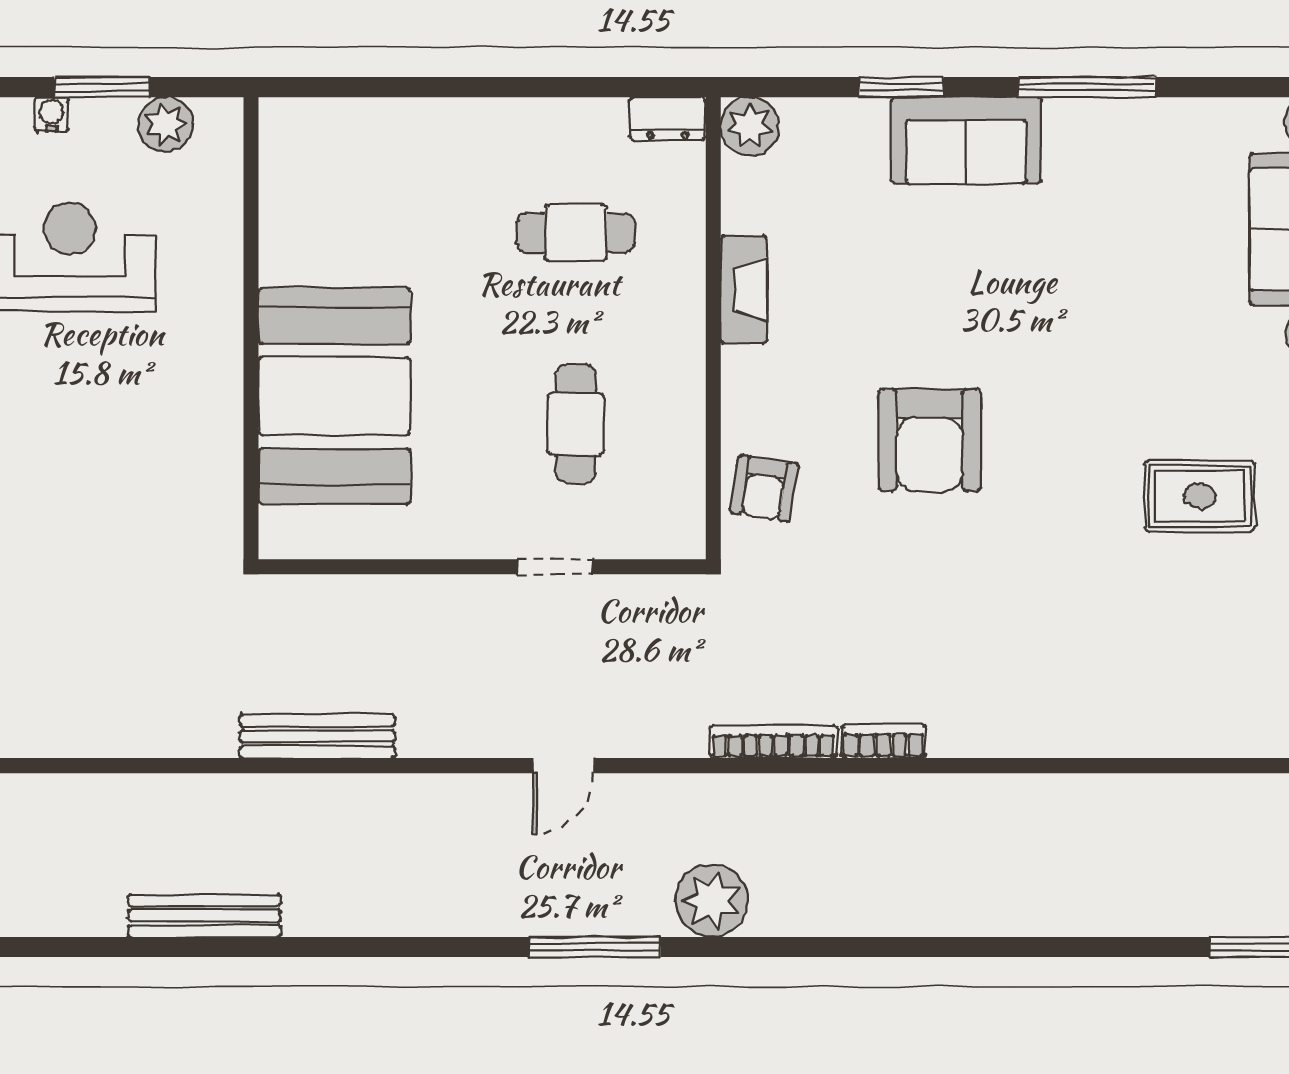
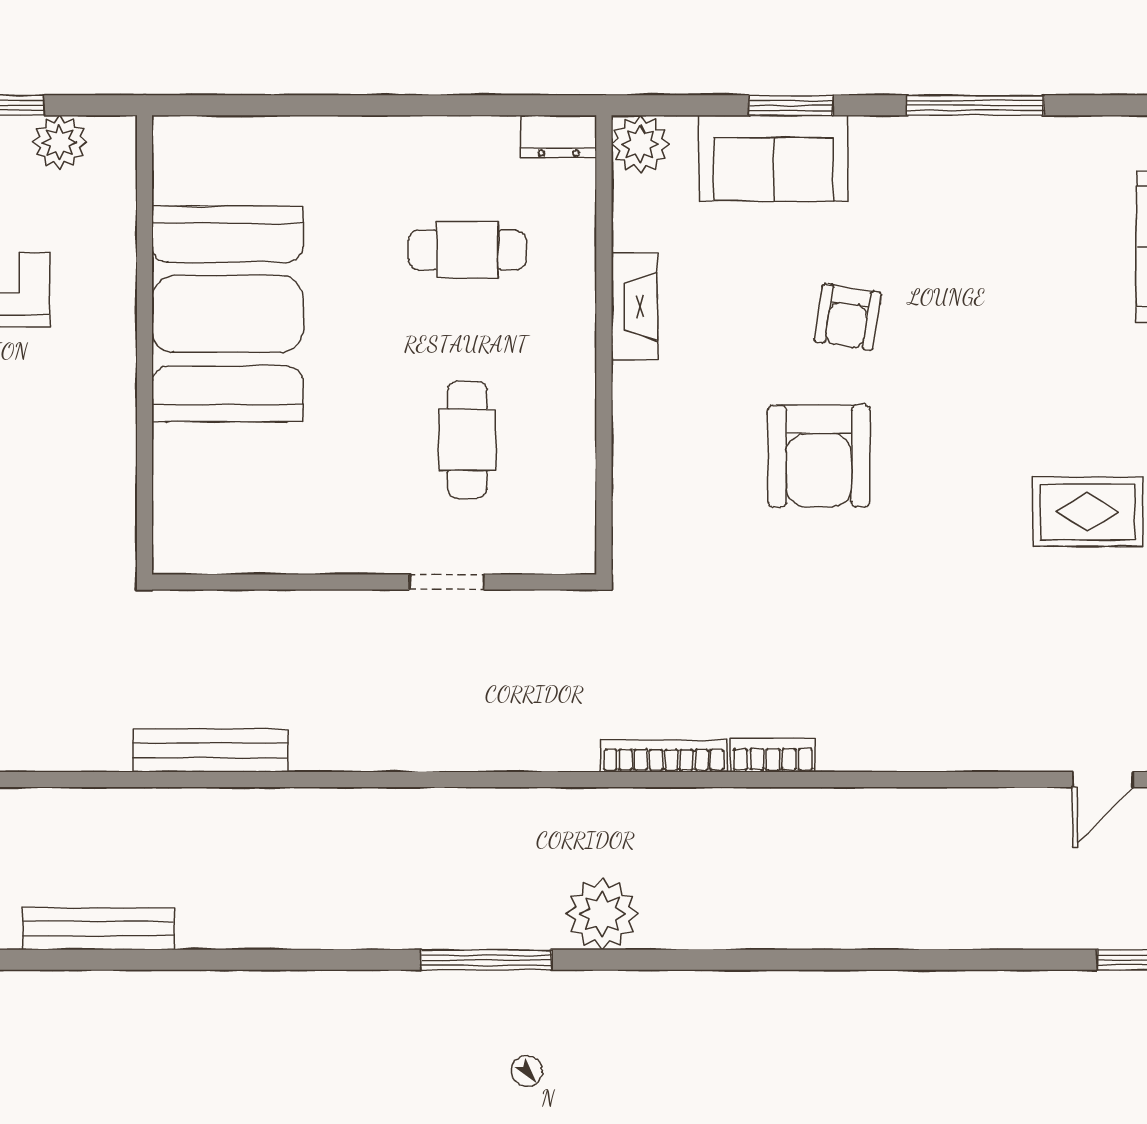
sofa: (966, 140) -> (773, 158), moved
booth: (334, 396) -> (227, 314), moved
armchair: (764, 489) -> (848, 317), moved
door: (563, 766) -> (1103, 780), moved

